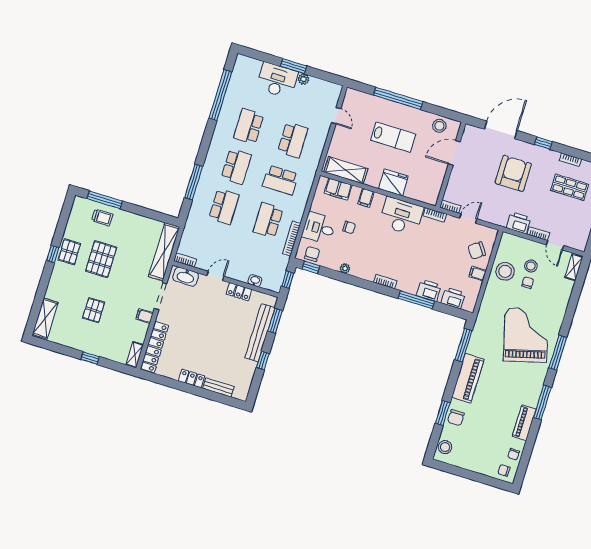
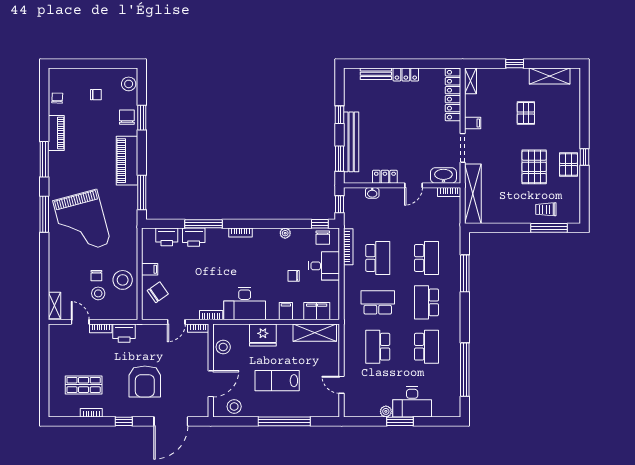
stool: (433, 183) -> (223, 347), added
school desk: (224, 207) -> (426, 258), turned 180
shelving: (45, 318) -> (550, 76), moved, turned 90
chair: (504, 470) -> (96, 95), moved

